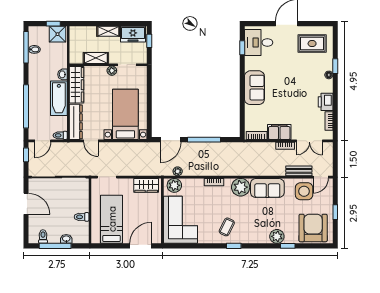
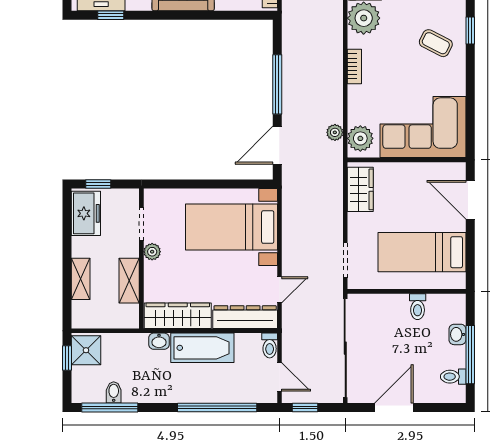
shelving: (108, 31) -> (81, 279), moved
door: (171, 140) -> (277, 145), swing flipped

